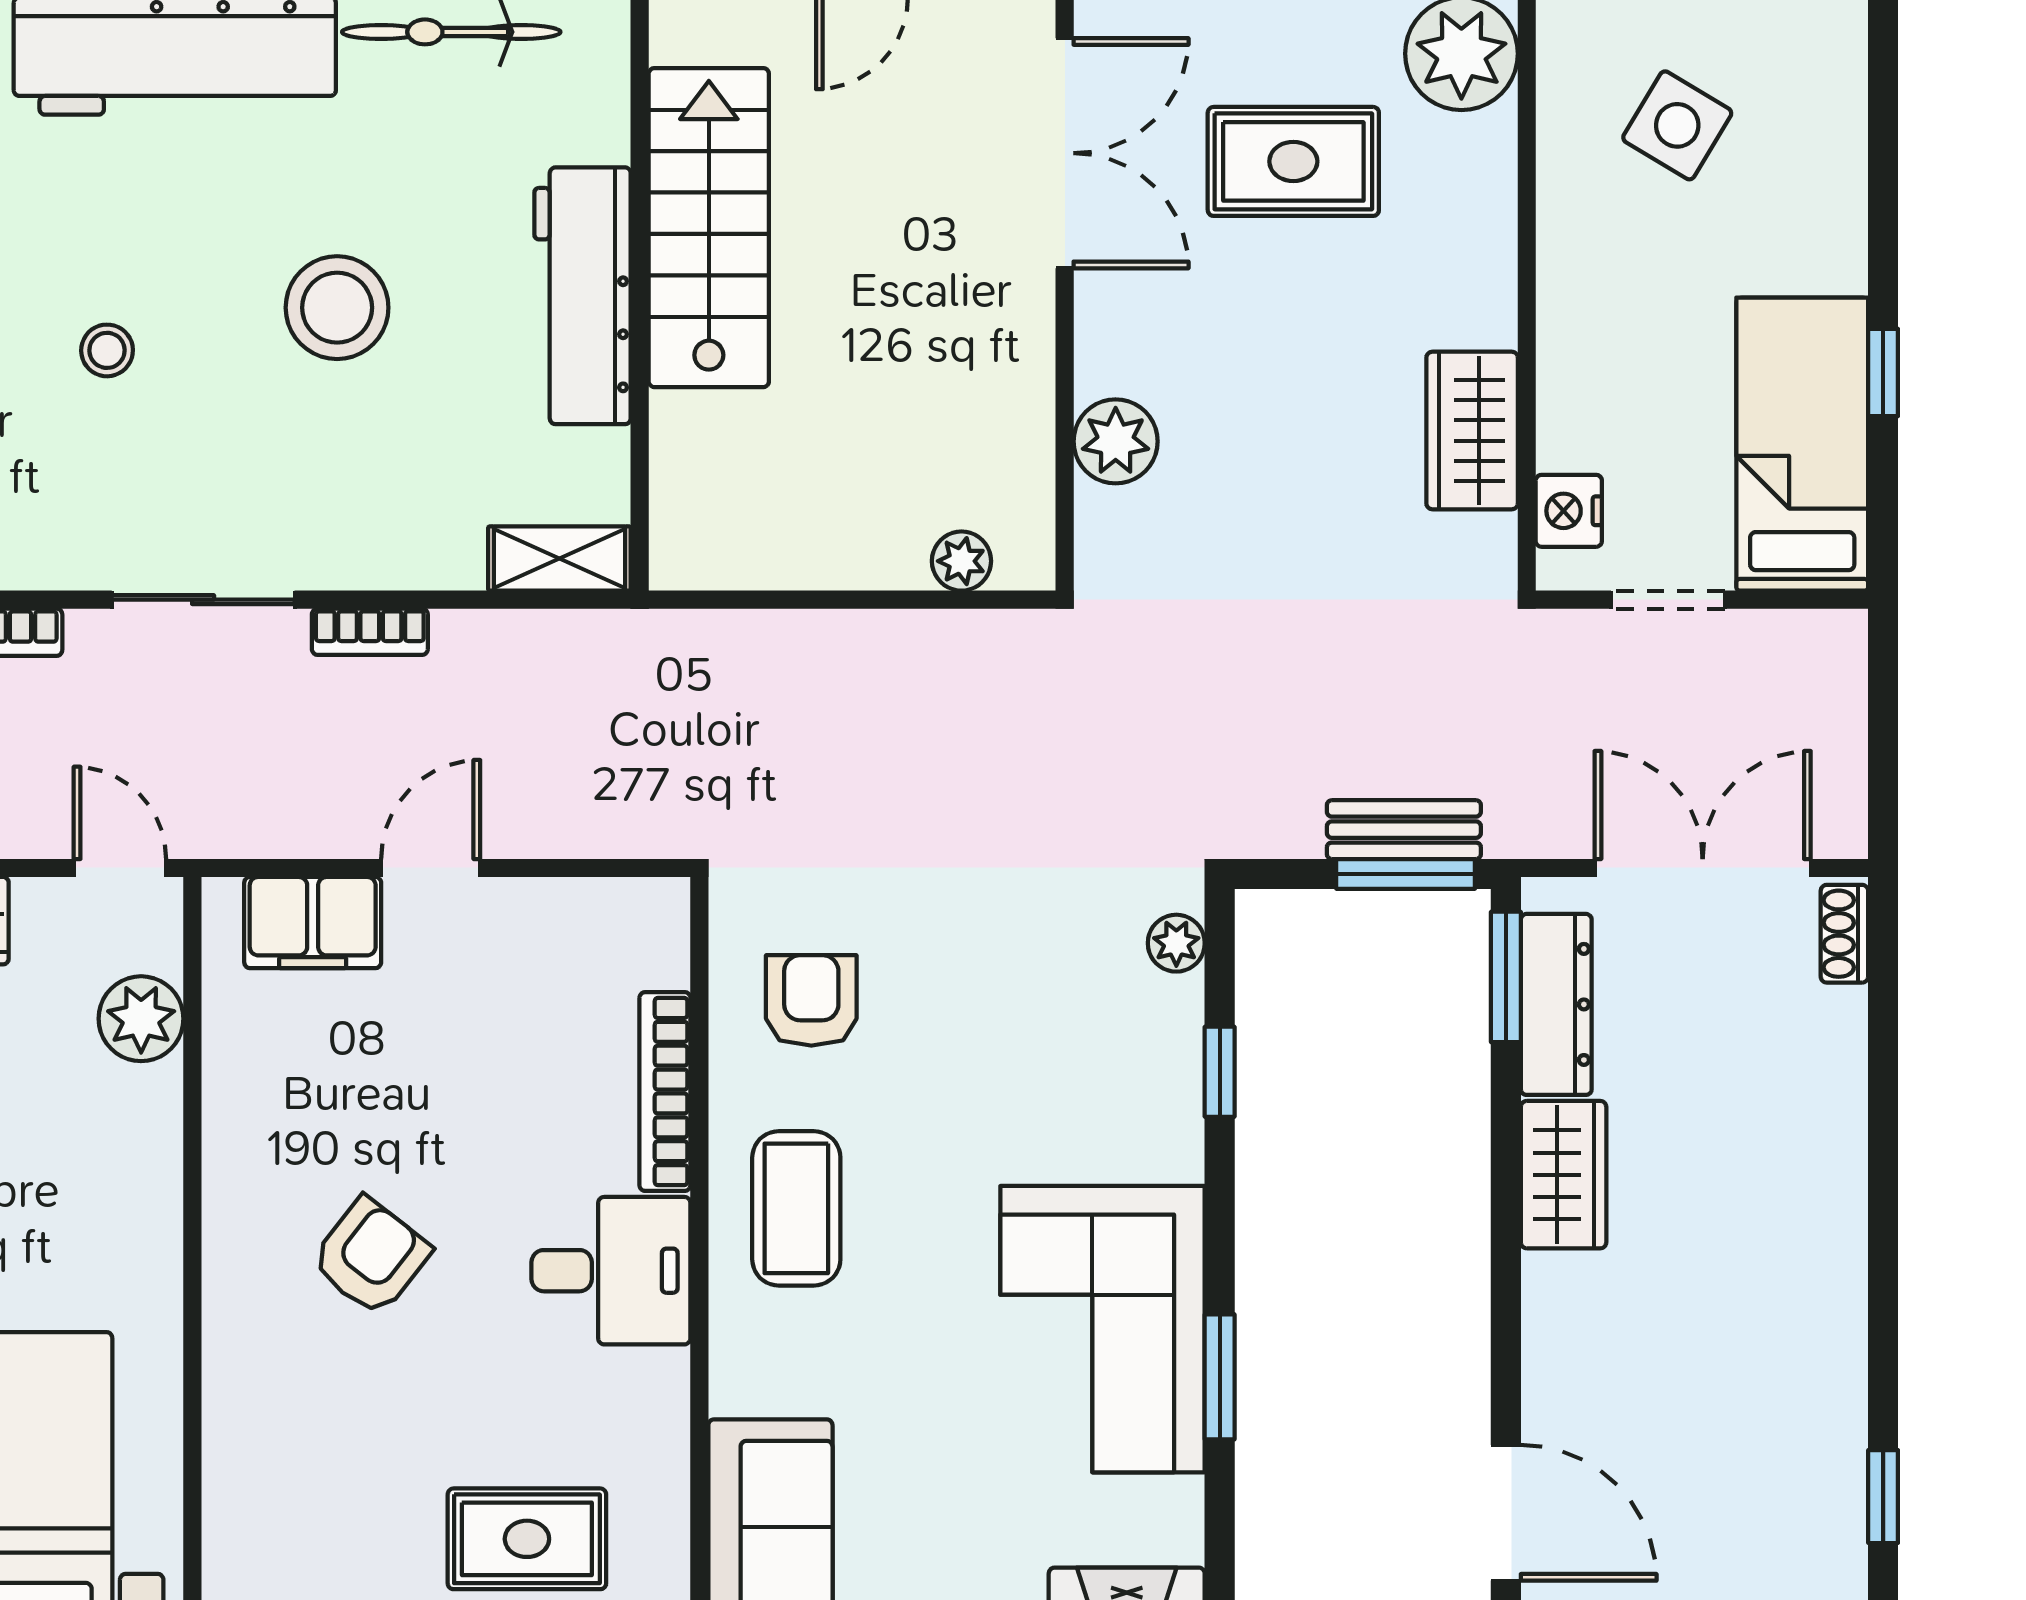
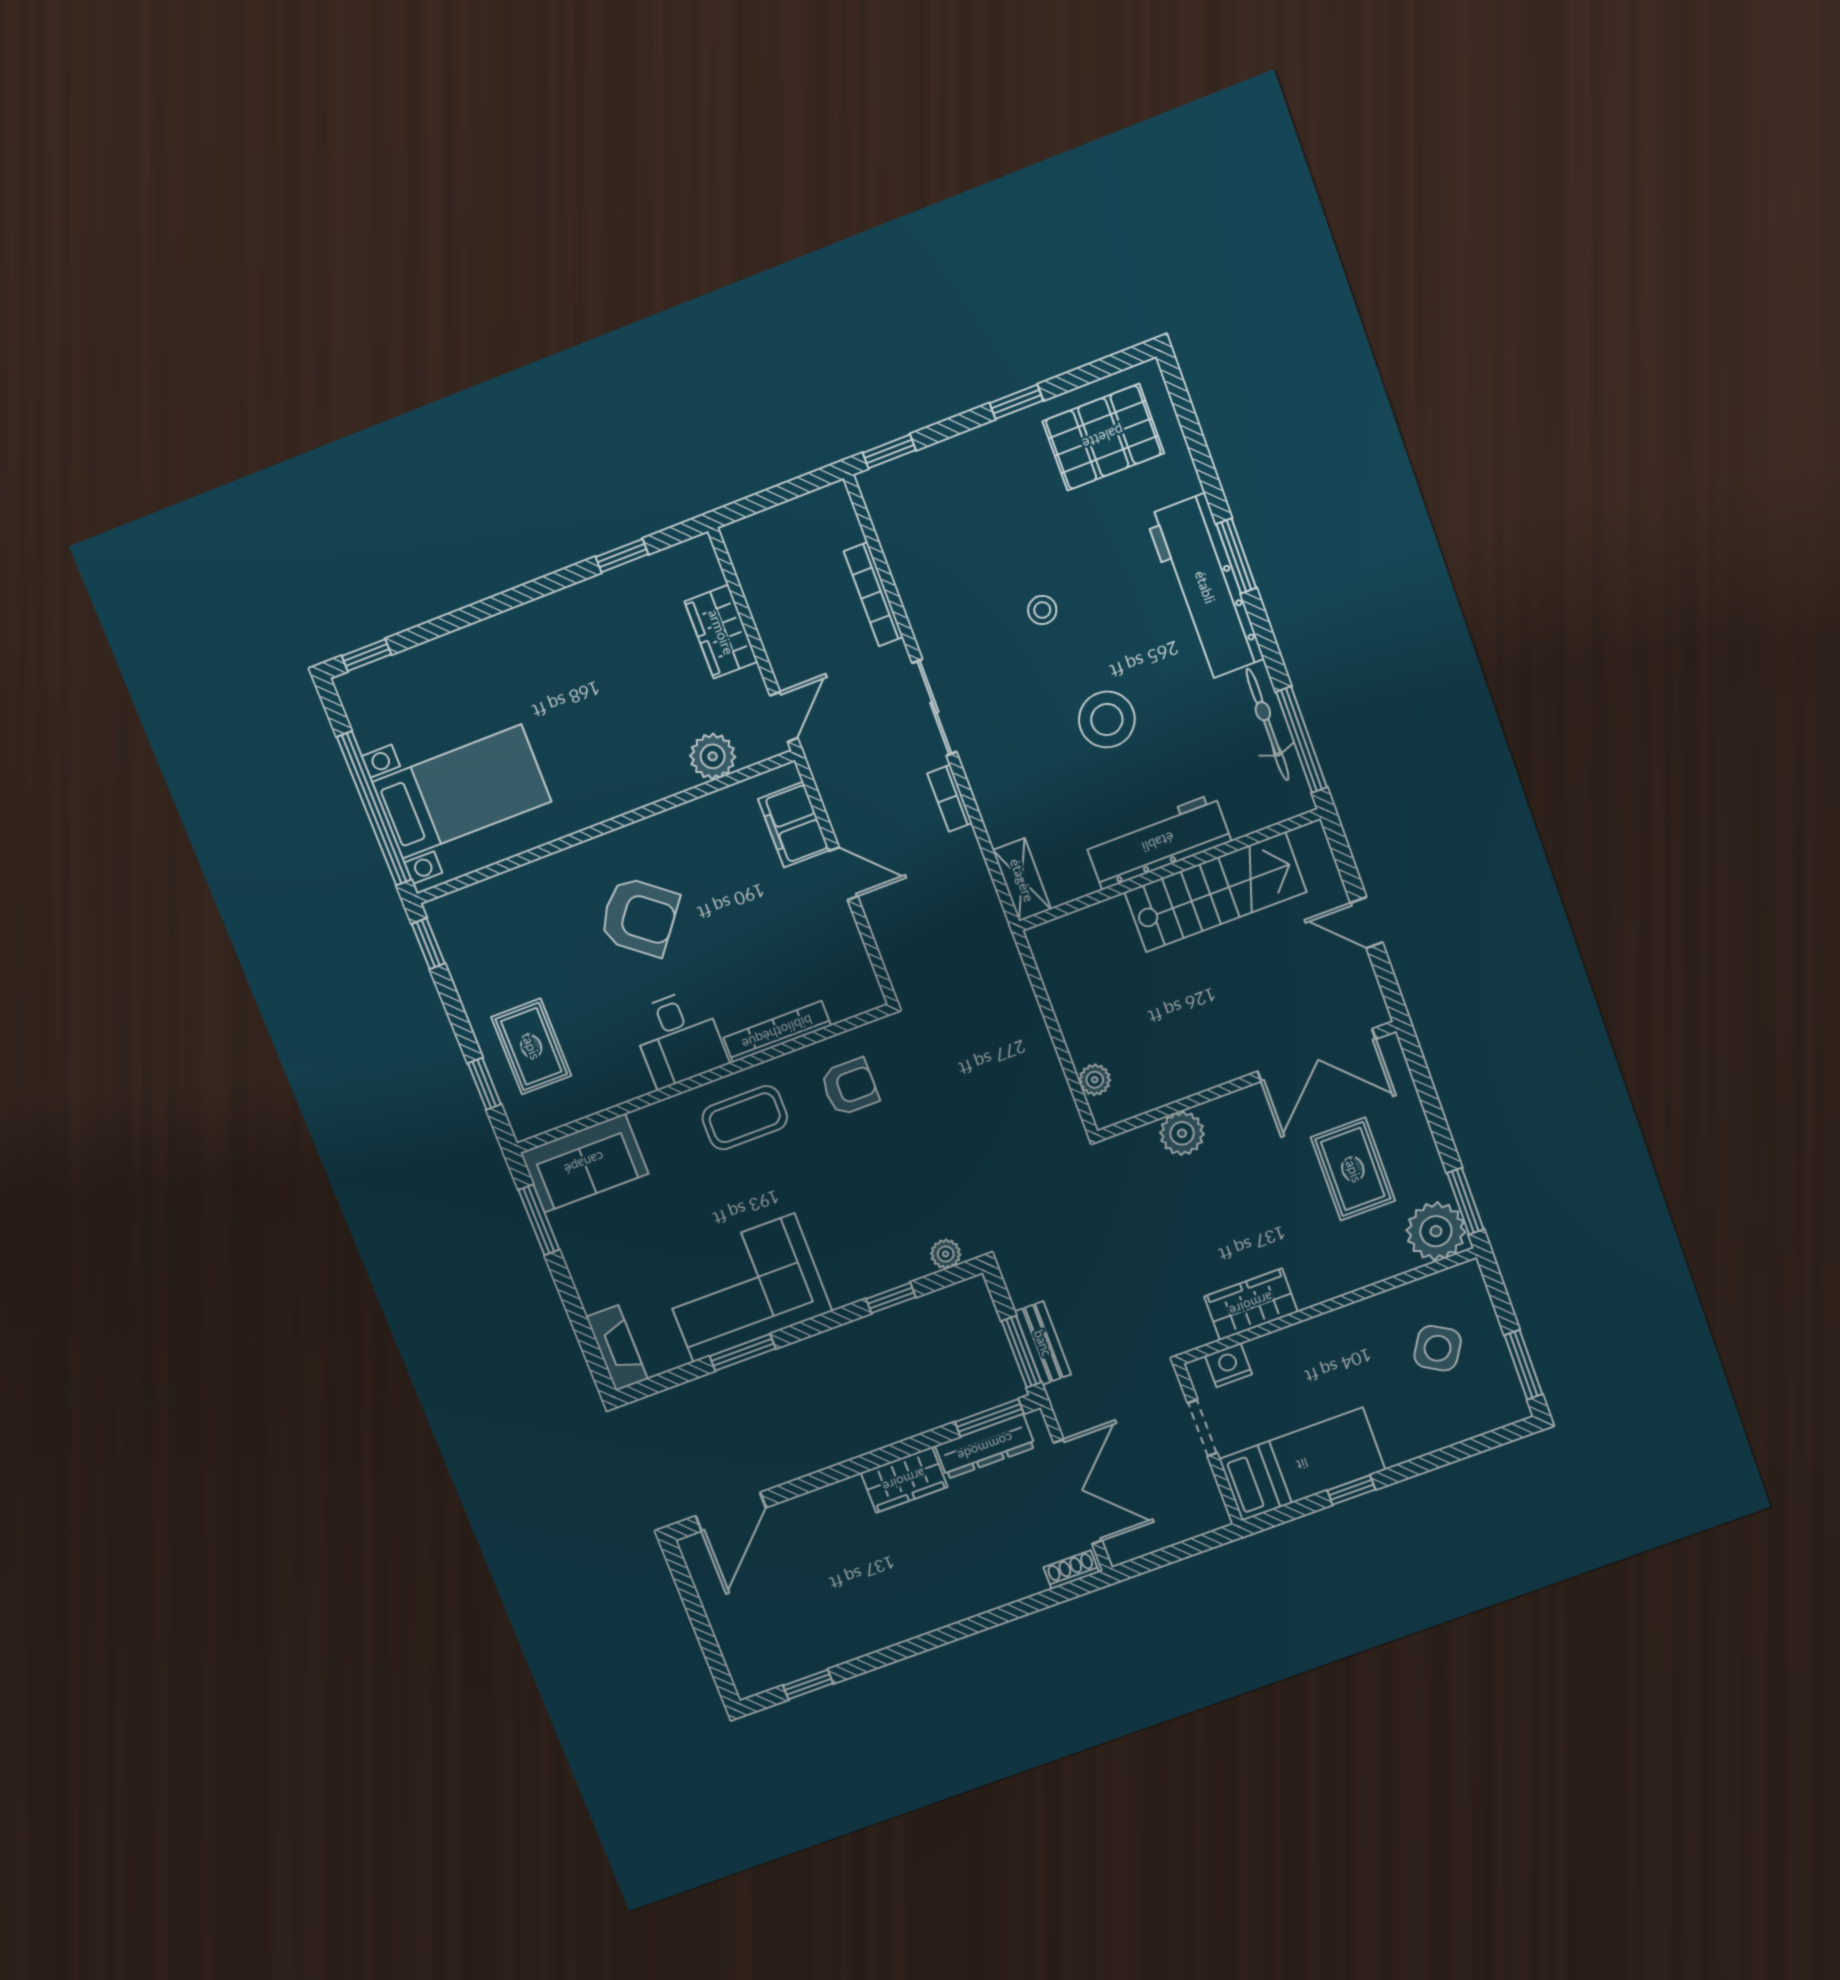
armchair: (371, 1257) -> (639, 917), width x1.38, depth x1.38

